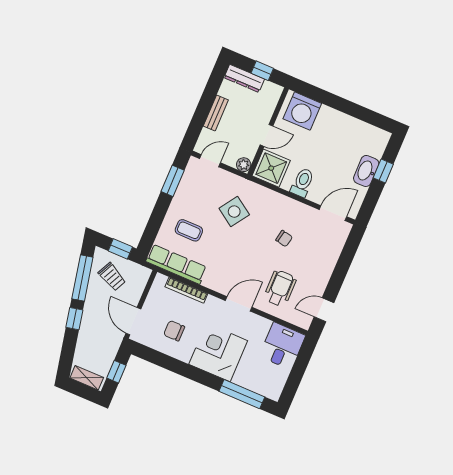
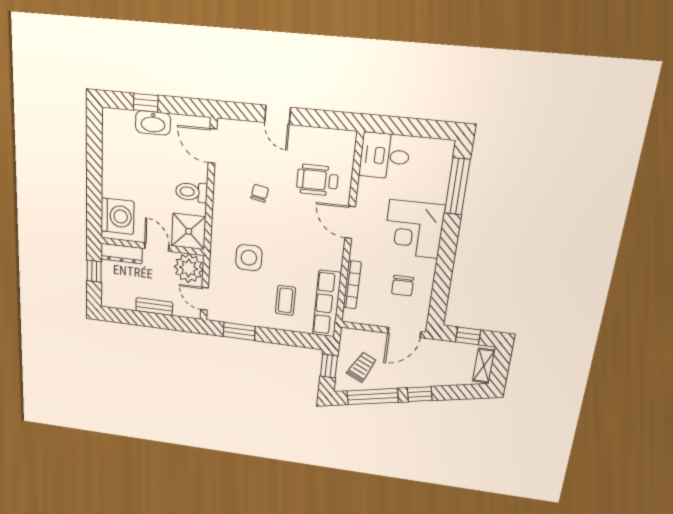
dresser: (244, 78) -> (122, 254), moved, turned 90
plant: (244, 165) -> (189, 268), width x1.88, depth x1.88
side table: (234, 212) -> (249, 258), turned -34
door: (324, 310) -> (278, 115), moved

